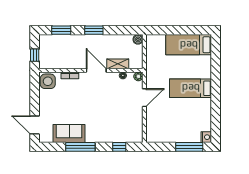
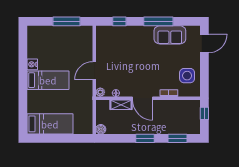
side table: (48, 81) -> (187, 76), moved
door: (35, 125) -> (204, 43), hinge flipped
nightstand: (206, 137) -> (32, 64), moved
window: (189, 147) -> (67, 21), moved

